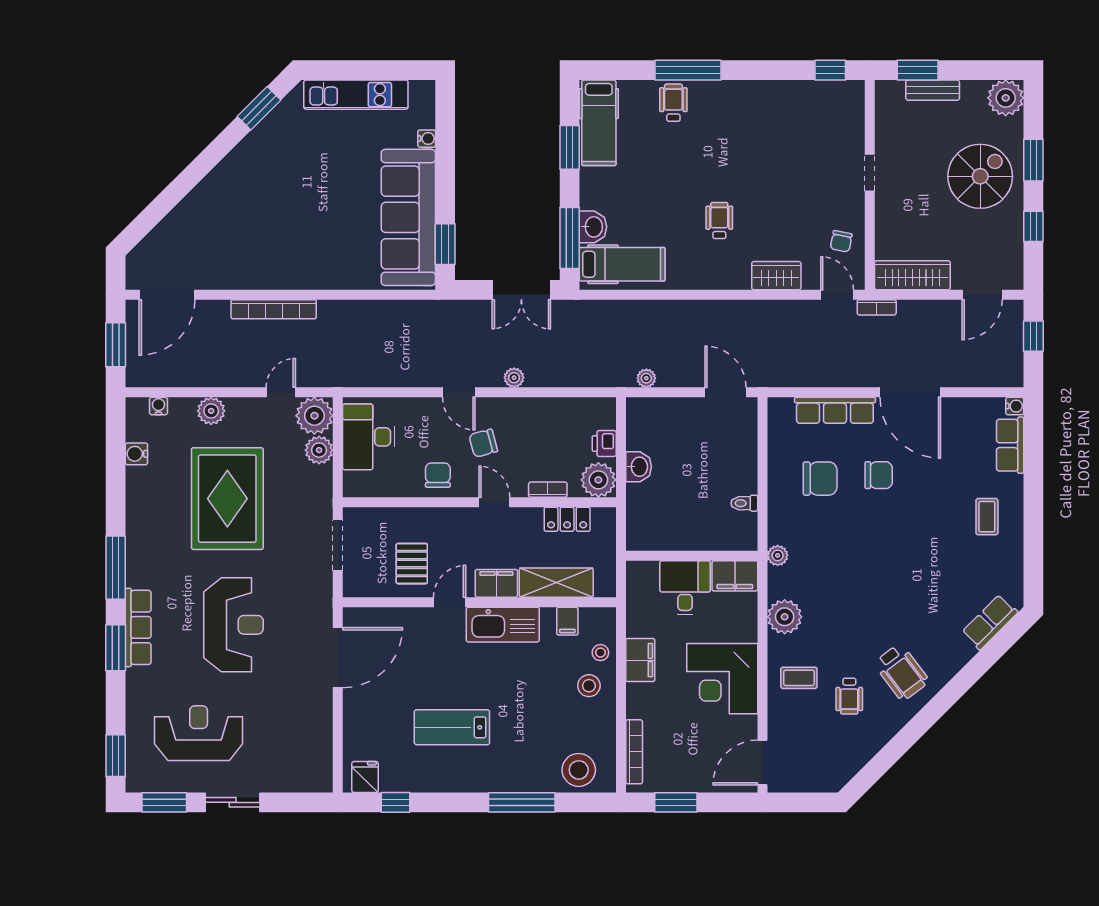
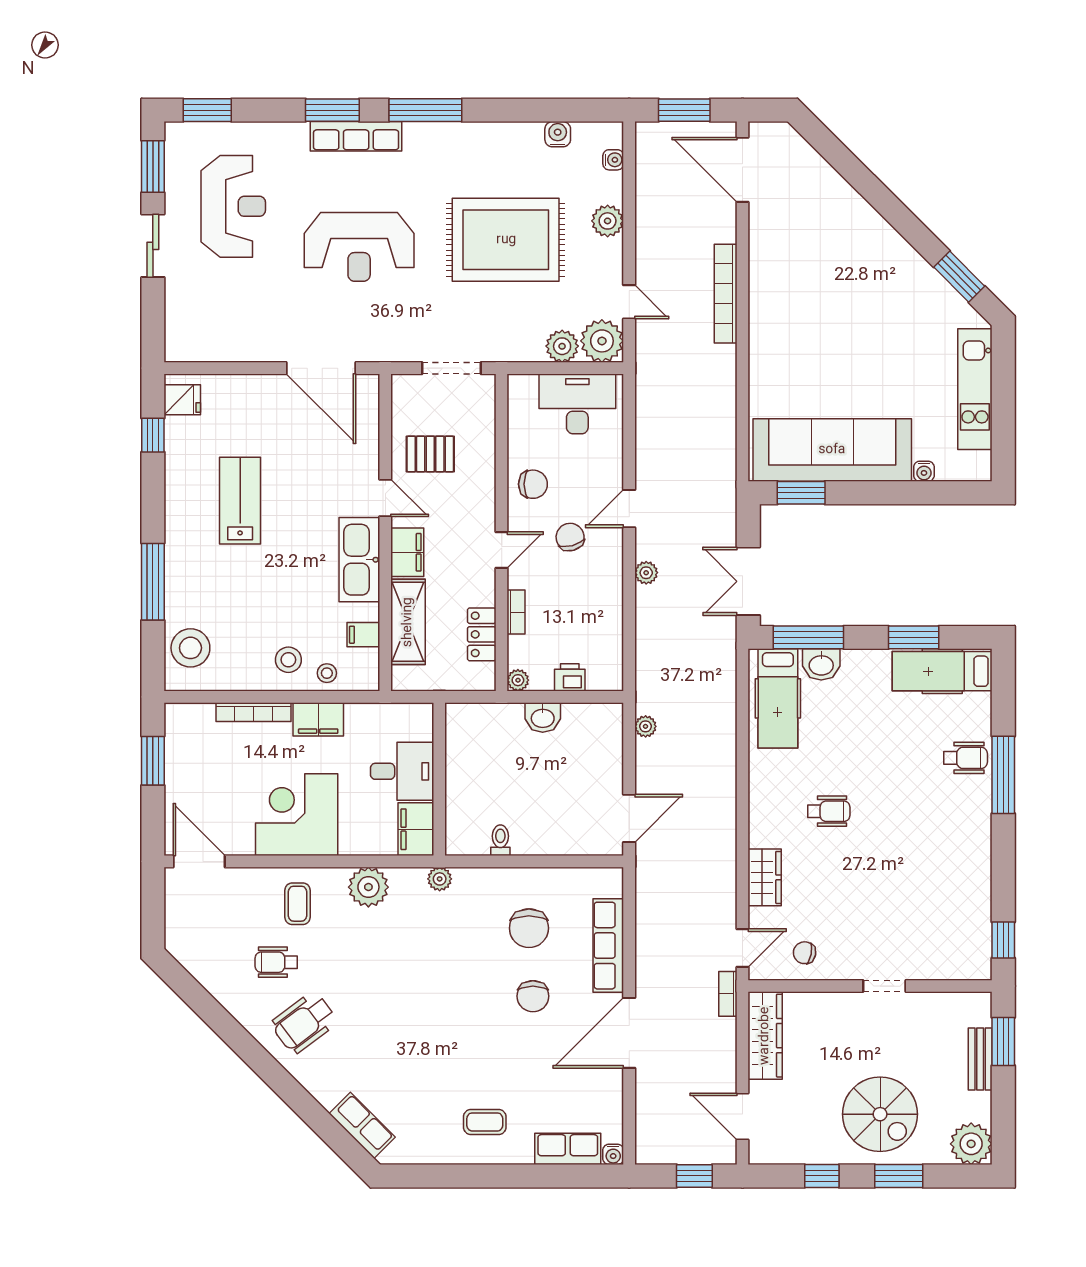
plant: (598, 480) -> (518, 680), width x0.53, depth x0.53
bookcase: (634, 752) -> (253, 712), moved

